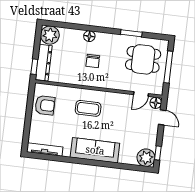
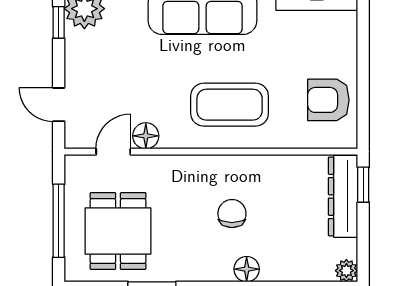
plant: (50, 35) -> (346, 271), width x0.53, depth x0.53
dining table: (143, 59) -> (118, 231), turned 90
floor lamp: (156, 103) -> (146, 136), moved
coffee table: (88, 108) -> (230, 105), width x1.36, depth x1.32

